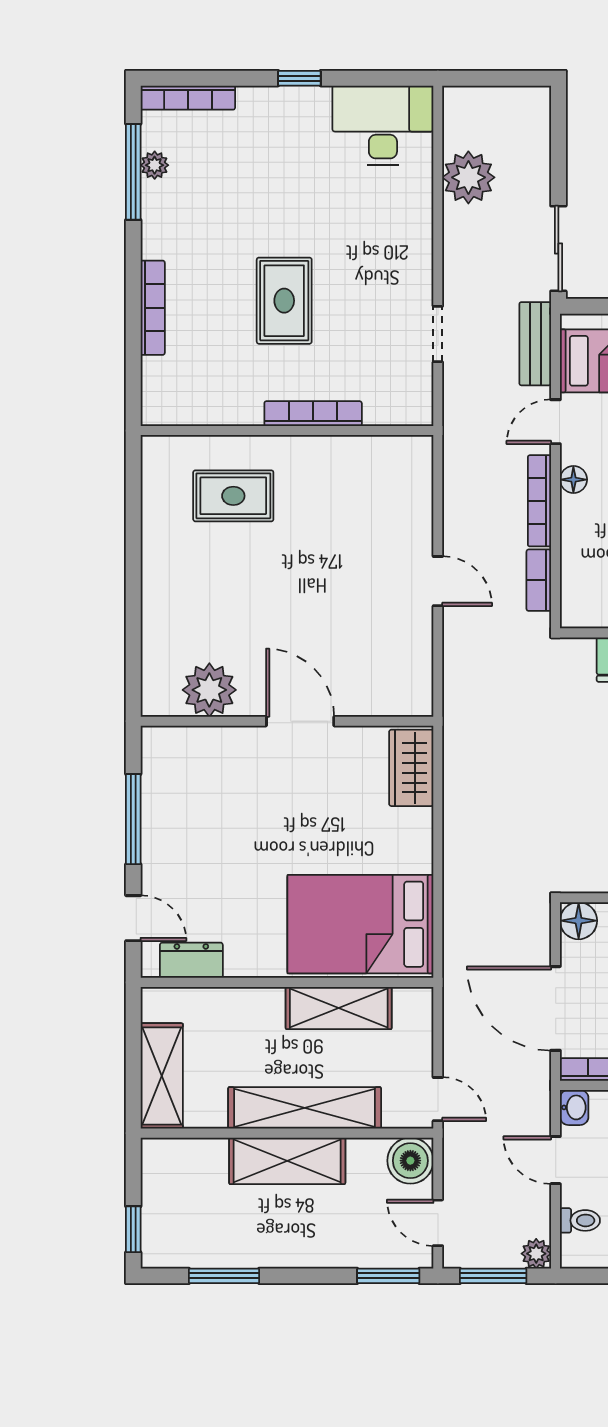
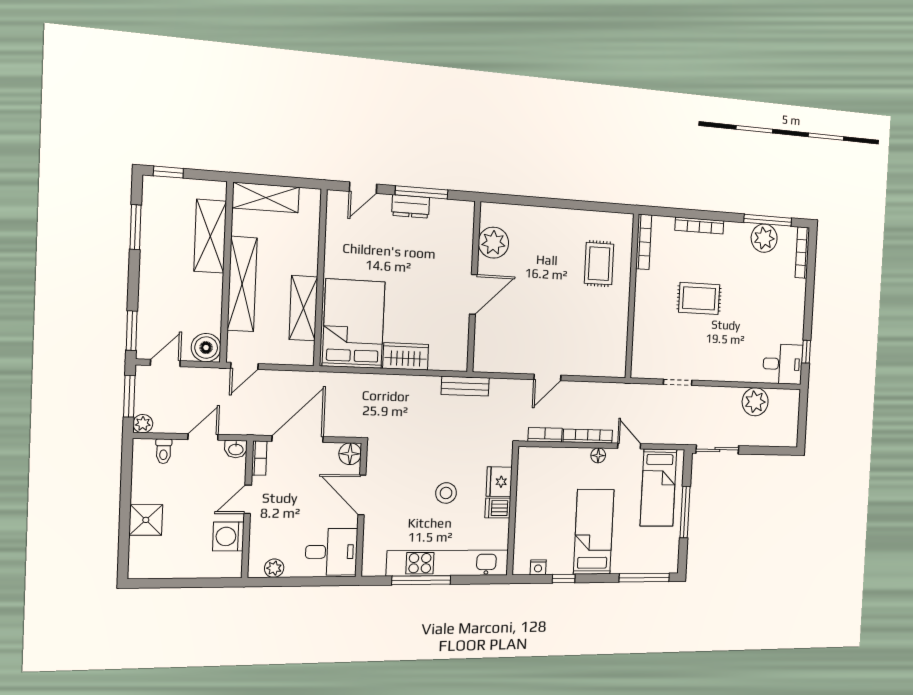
window: (299, 78) -> (806, 352), moved
desk: (383, 125) -> (783, 364), width x0.73
plant: (155, 165) -> (764, 238), width x1.87, depth x1.87
bench: (535, 344) -> (465, 386), moved
bookcase: (313, 414) -> (644, 242), moved
wardrobe: (411, 768) -> (406, 356), moved
dresser: (191, 960) -> (411, 206), moved, turned 90
shelving: (287, 1161) -> (210, 236), moved

